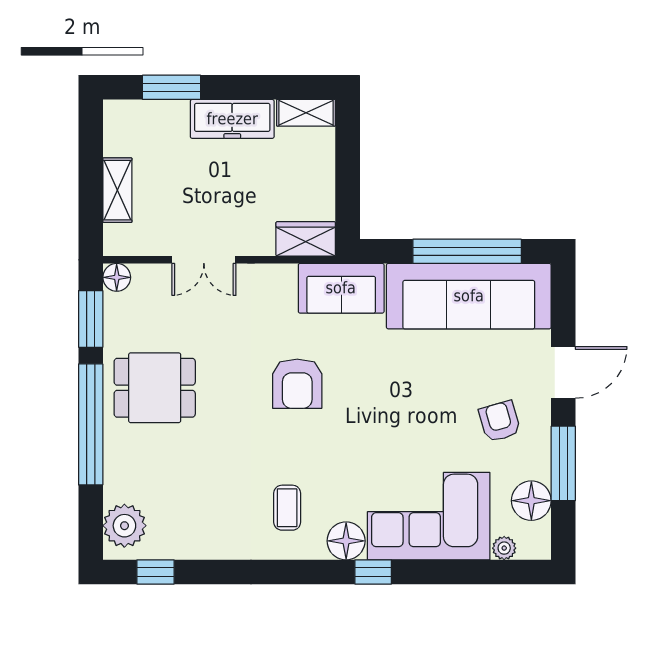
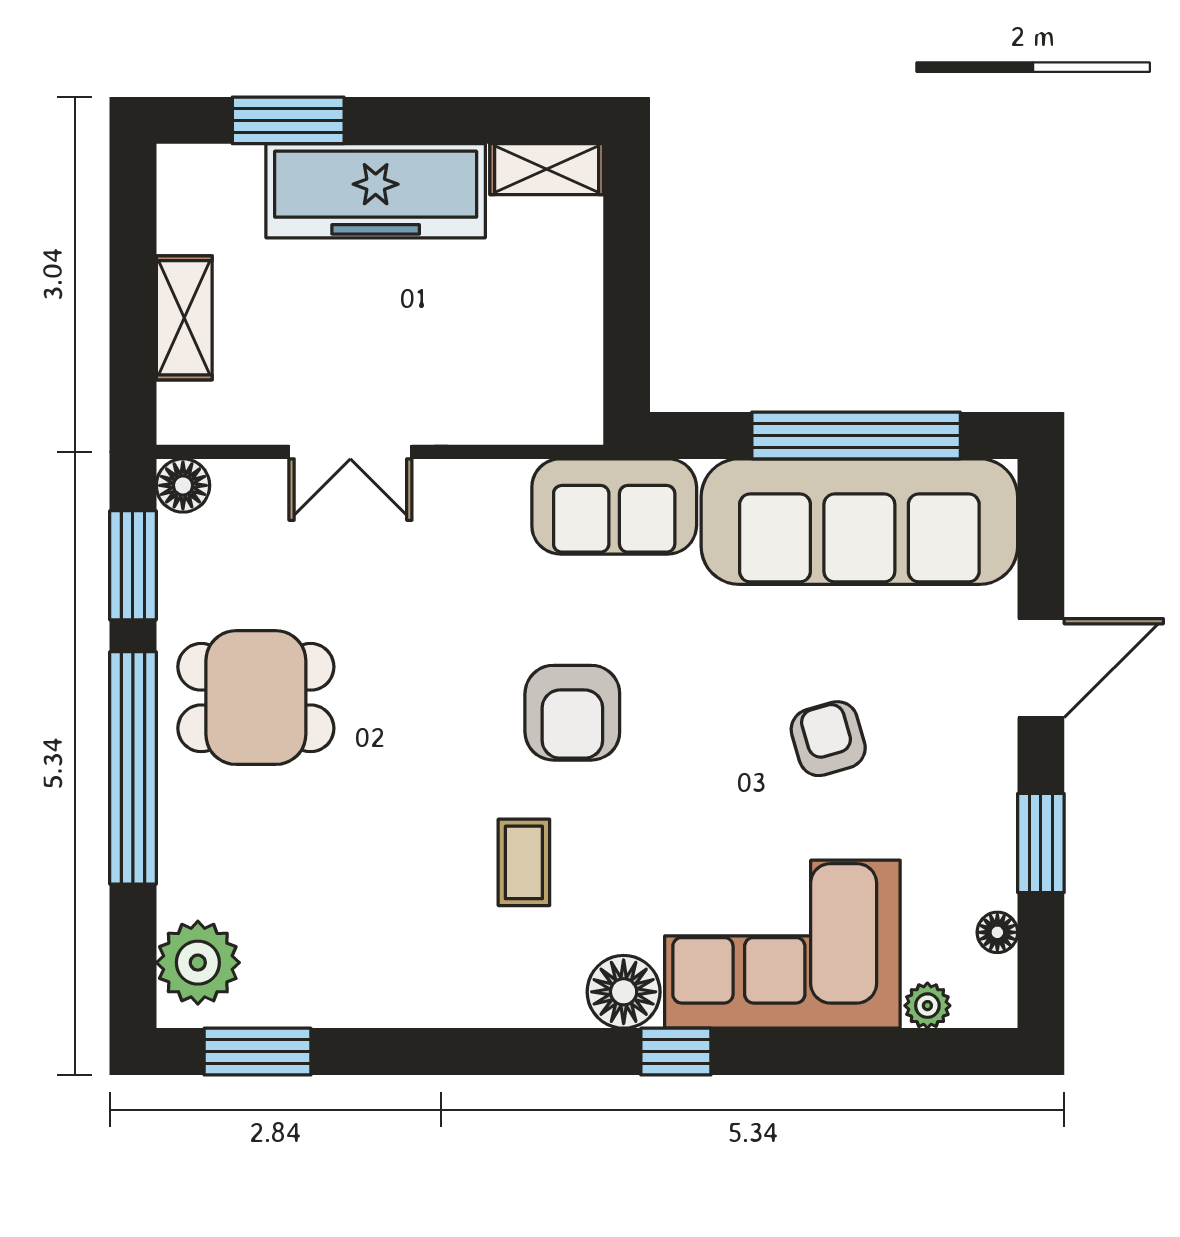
freezer: (232, 119) -> (376, 191), width x1.36, depth x1.26
wardrobe: (306, 239) -> (546, 412), removed
armchair: (297, 384) -> (572, 713), moved
armchair: (500, 421) -> (828, 739), moved
window: (563, 463) -> (1041, 843), width x0.69
floor lamp: (531, 501) -> (997, 932), width x0.53, depth x0.53
coffee table: (287, 508) -> (524, 862), moved
window: (156, 572) -> (257, 1052), width x1.50

